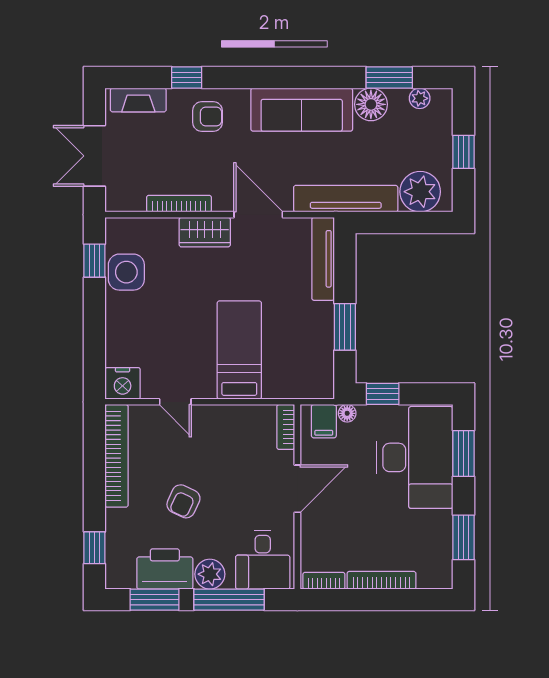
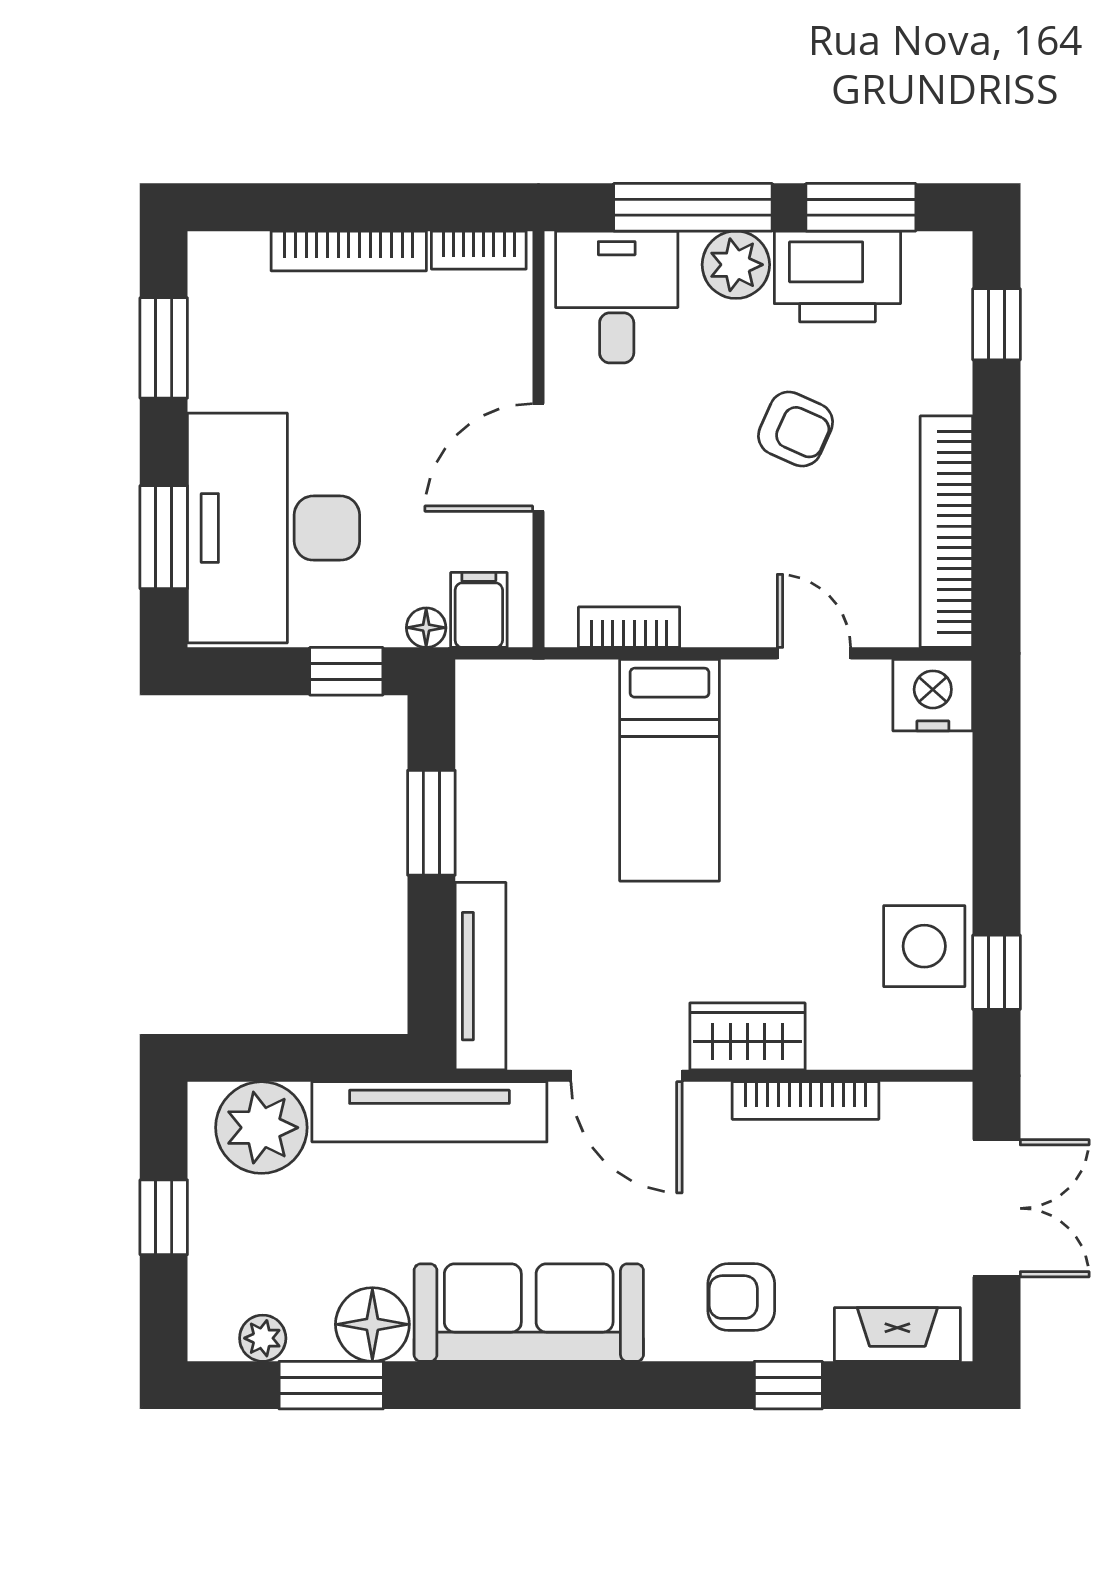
bookcase: (286, 427) -> (629, 627), moved, turned -90
armchair: (183, 501) -> (795, 429), turned 89

